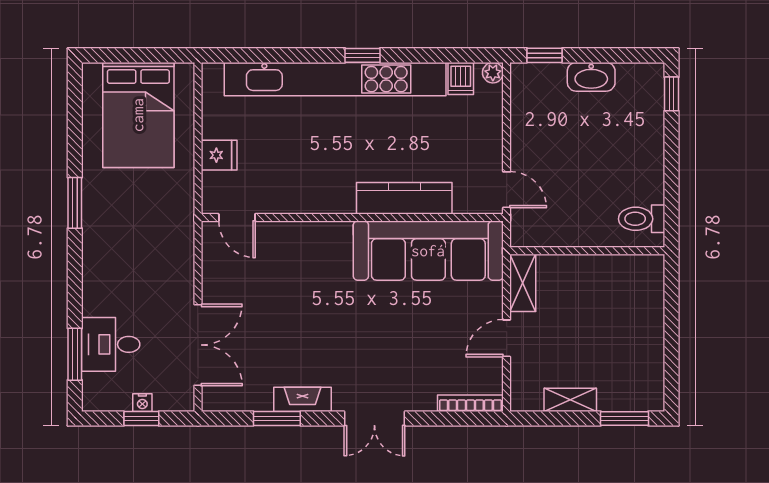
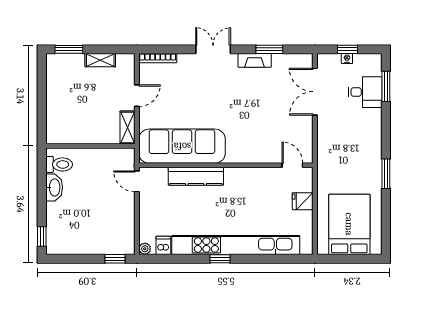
washbasin: (591, 77) -> (54, 187), moved, turned 90

